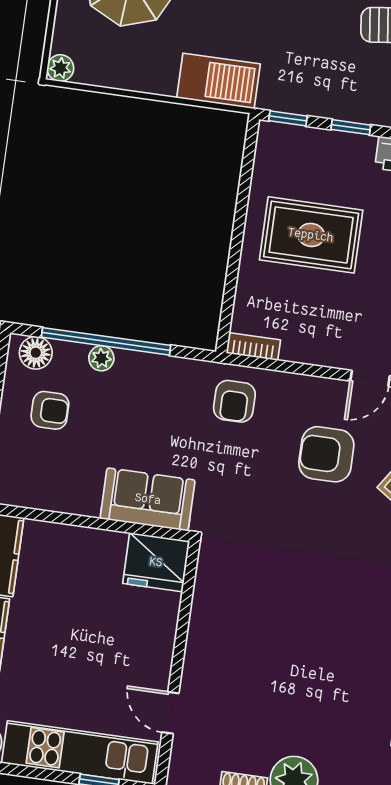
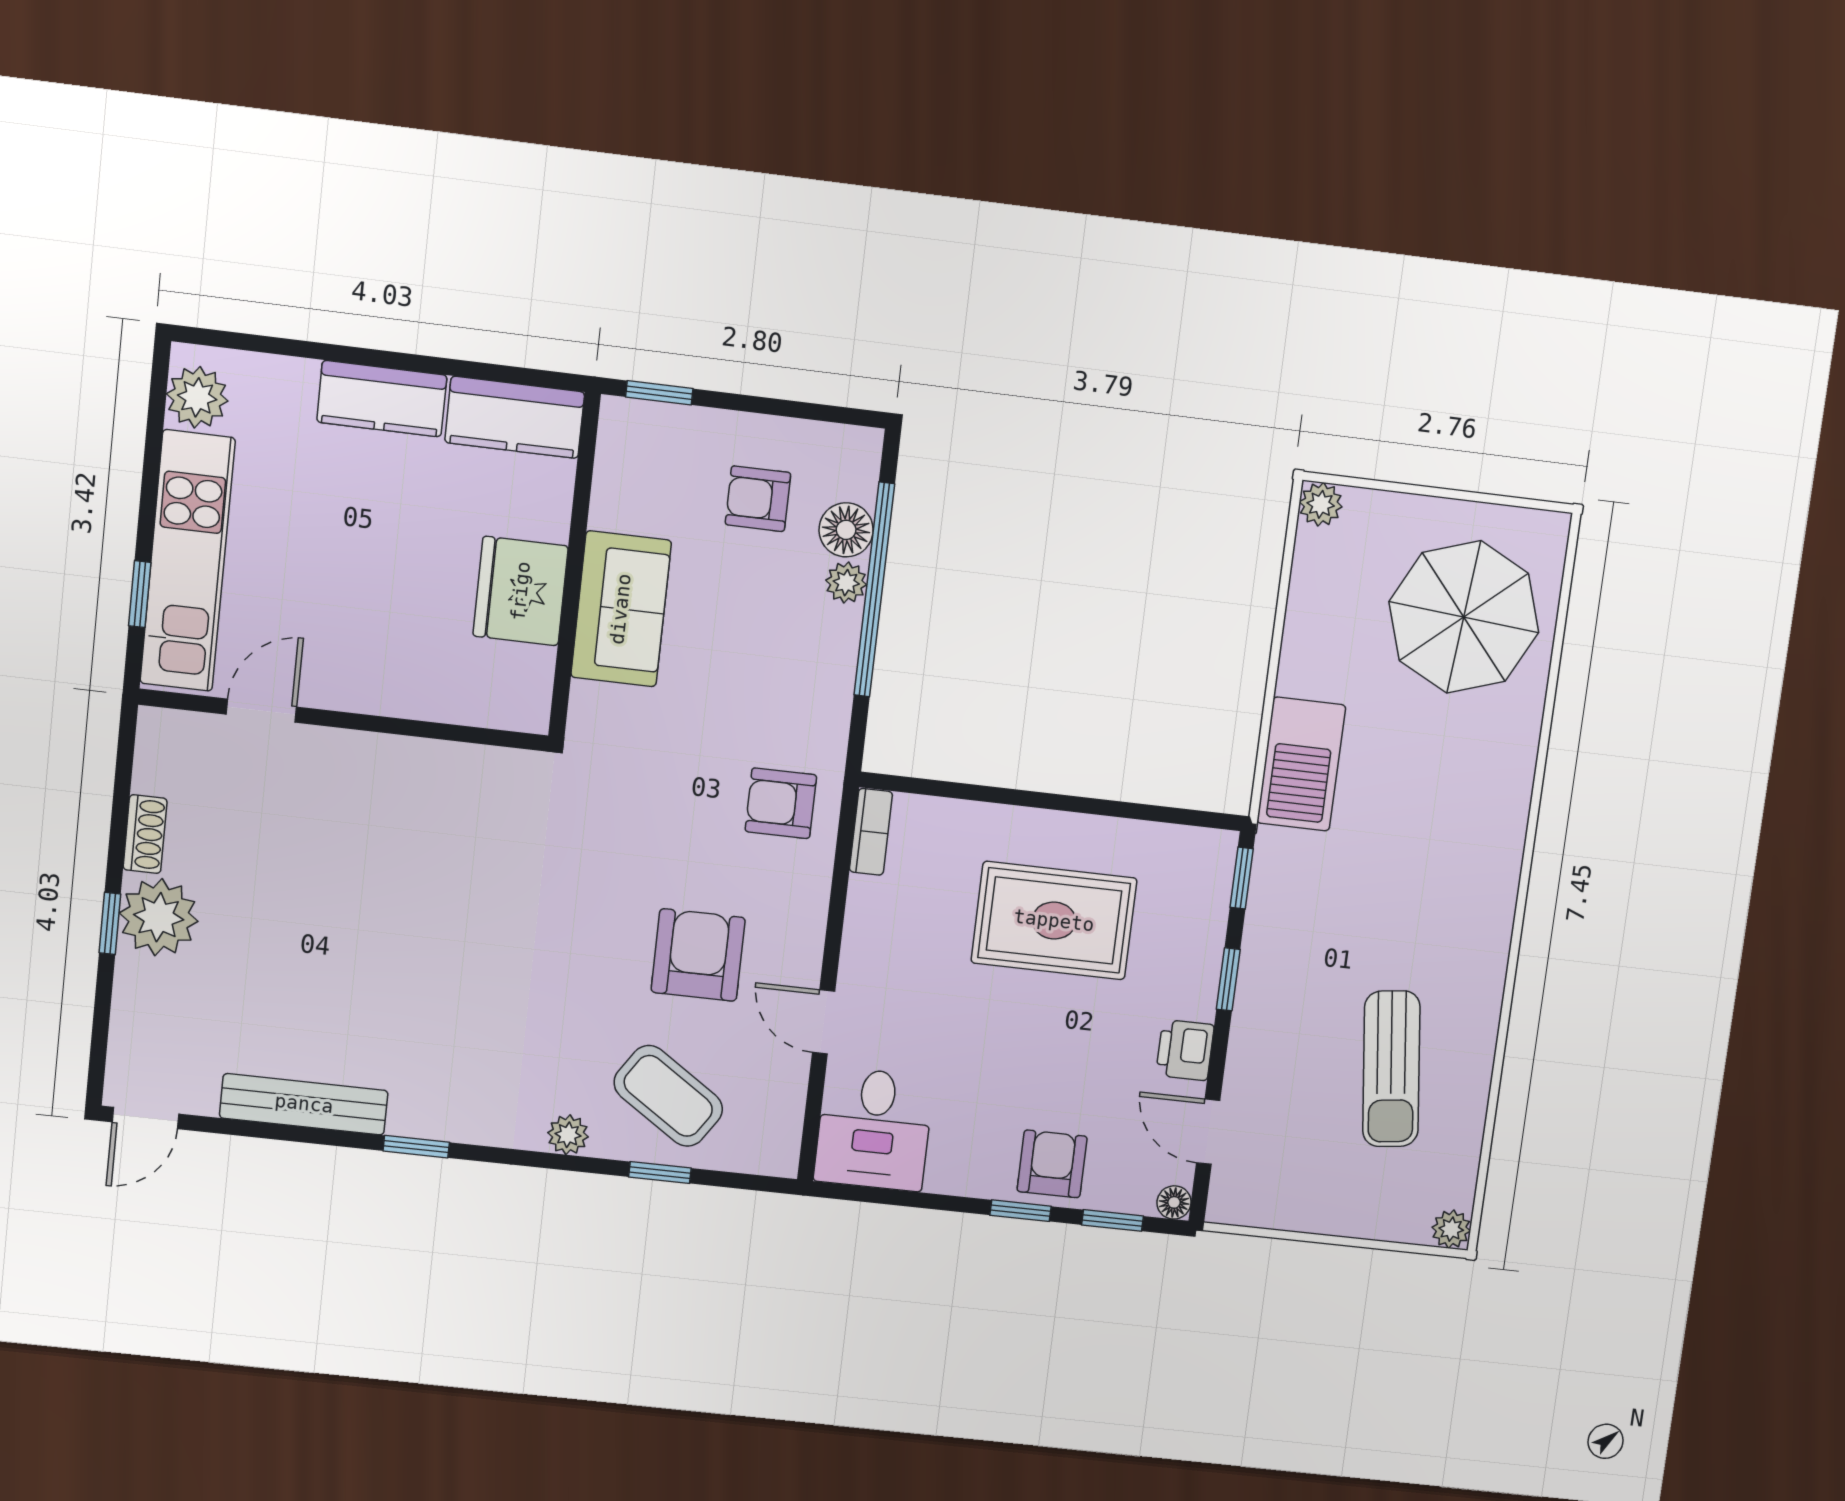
rug: (311, 235) -> (1054, 921), turned 90
floor lamp: (36, 353) -> (846, 530), moved
armchair: (50, 410) -> (758, 499), turned 90
sofa: (148, 499) -> (621, 609), moved
fridge: (156, 562) -> (521, 591), moved

